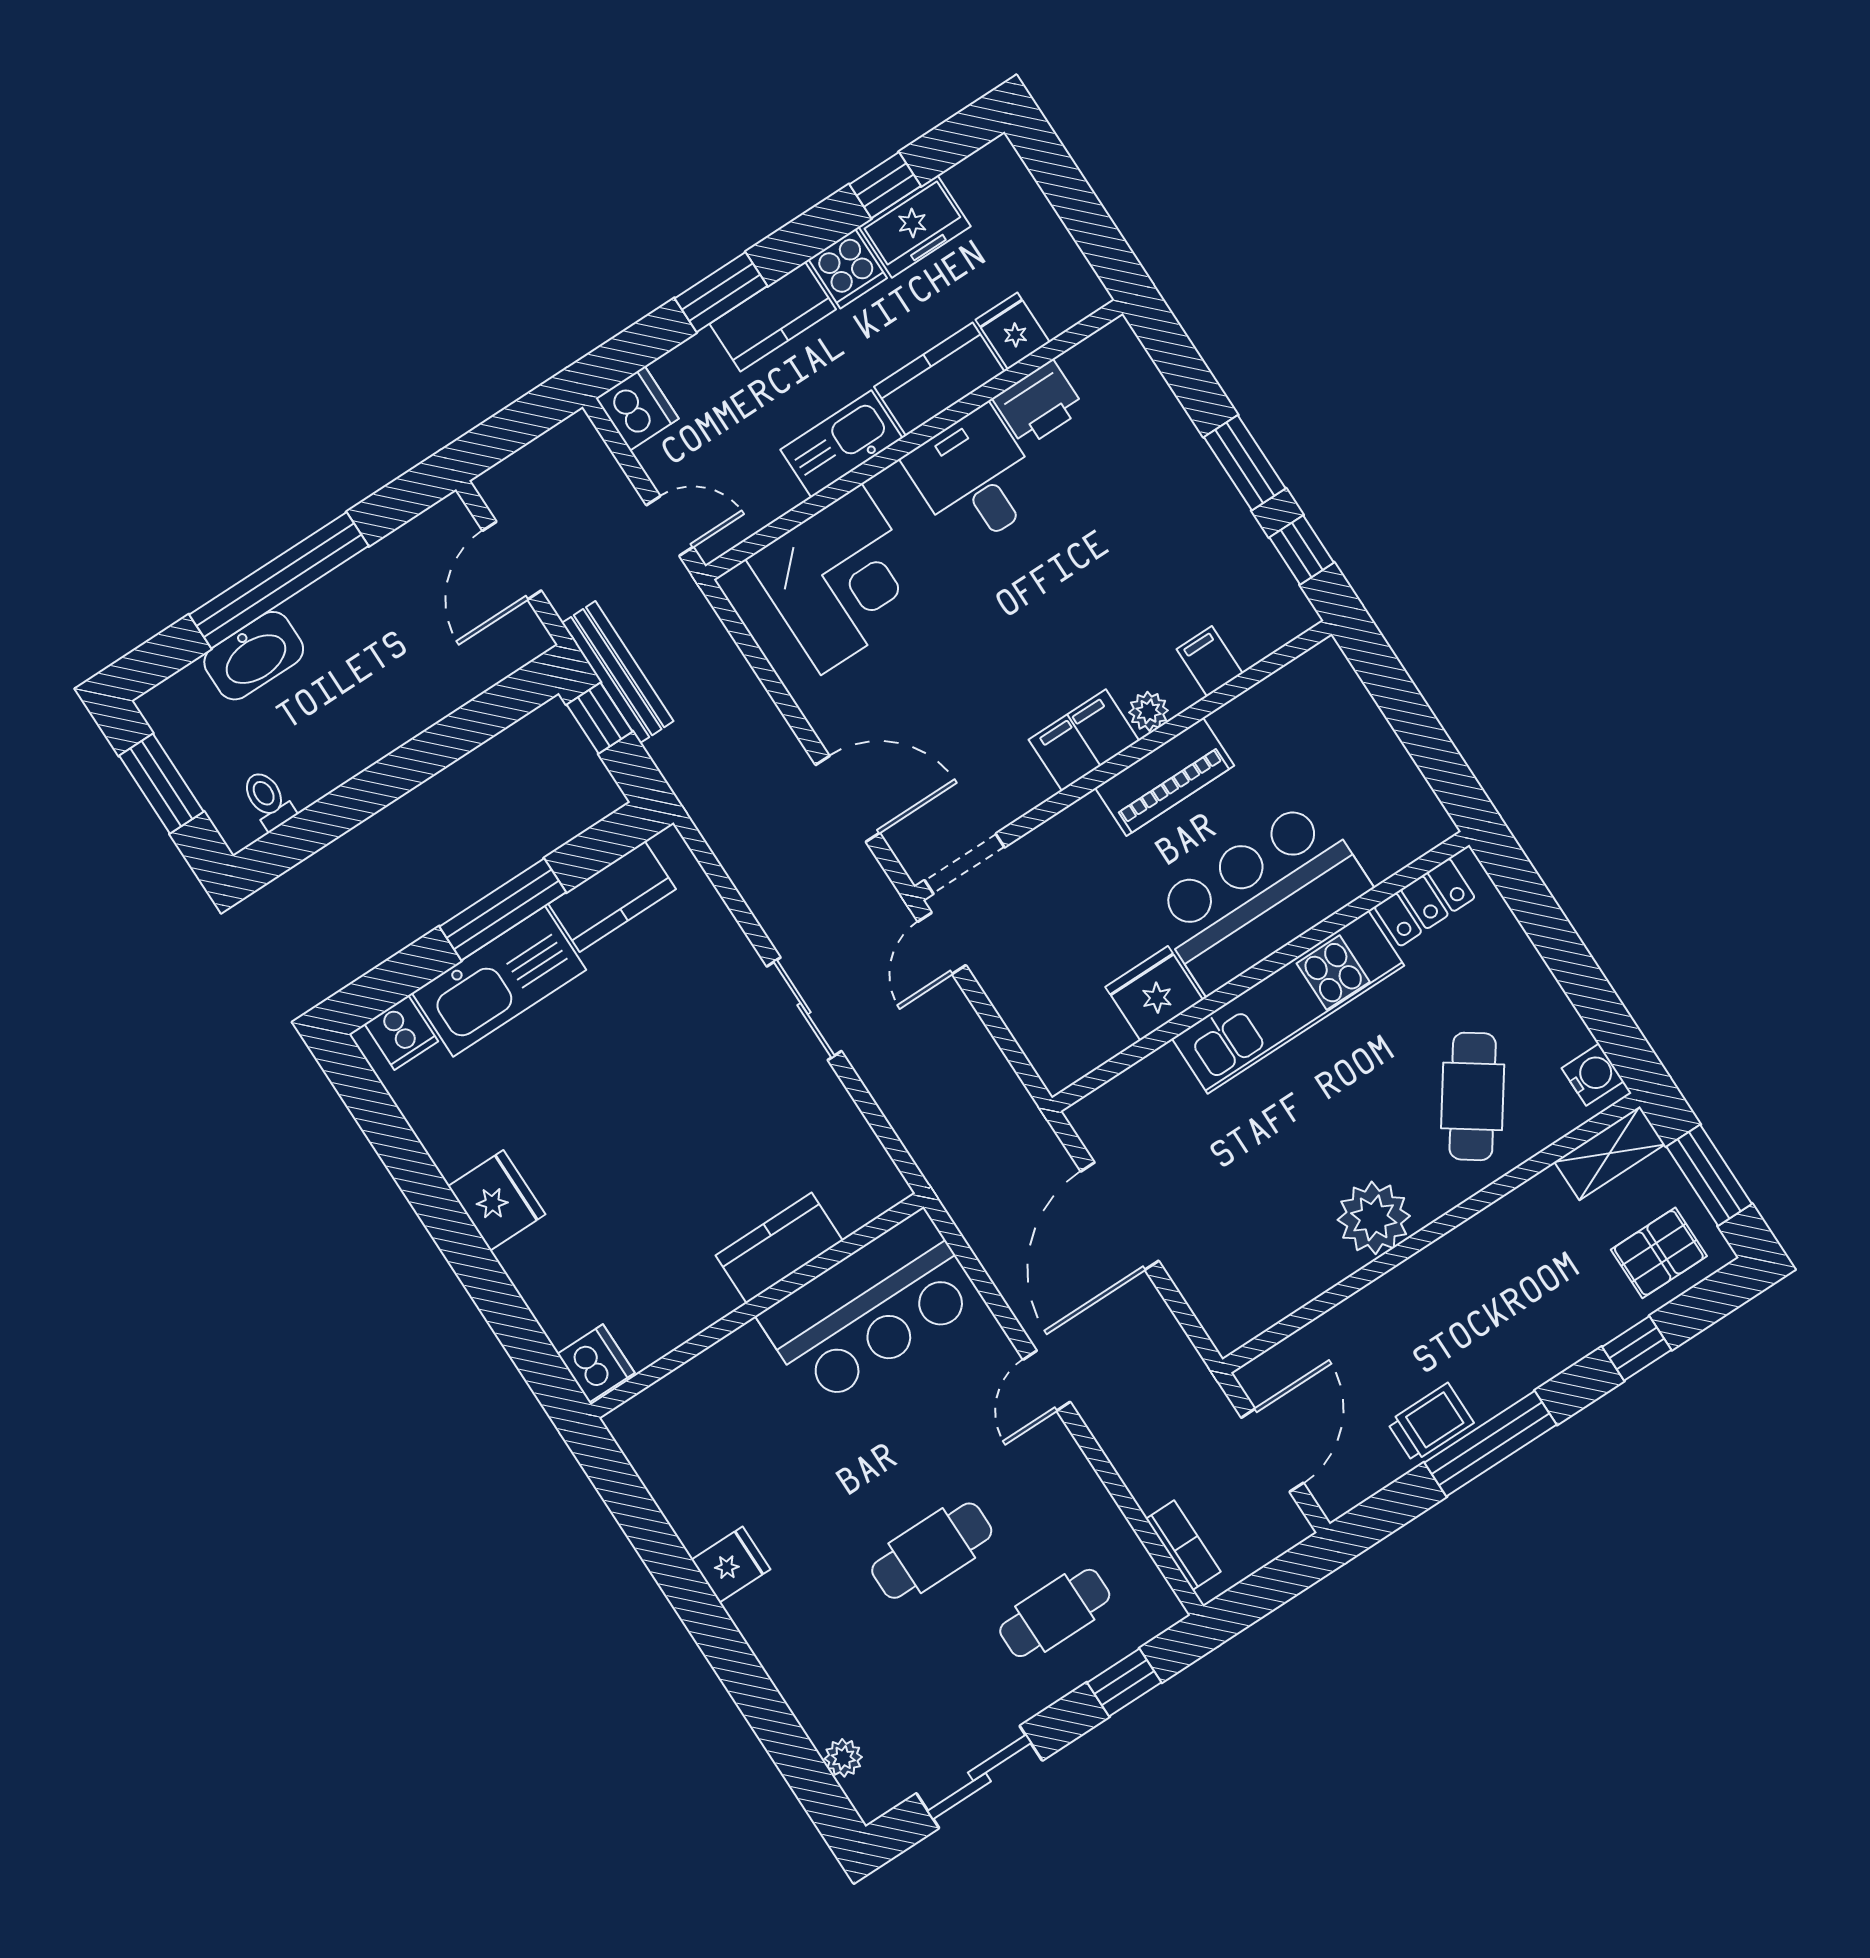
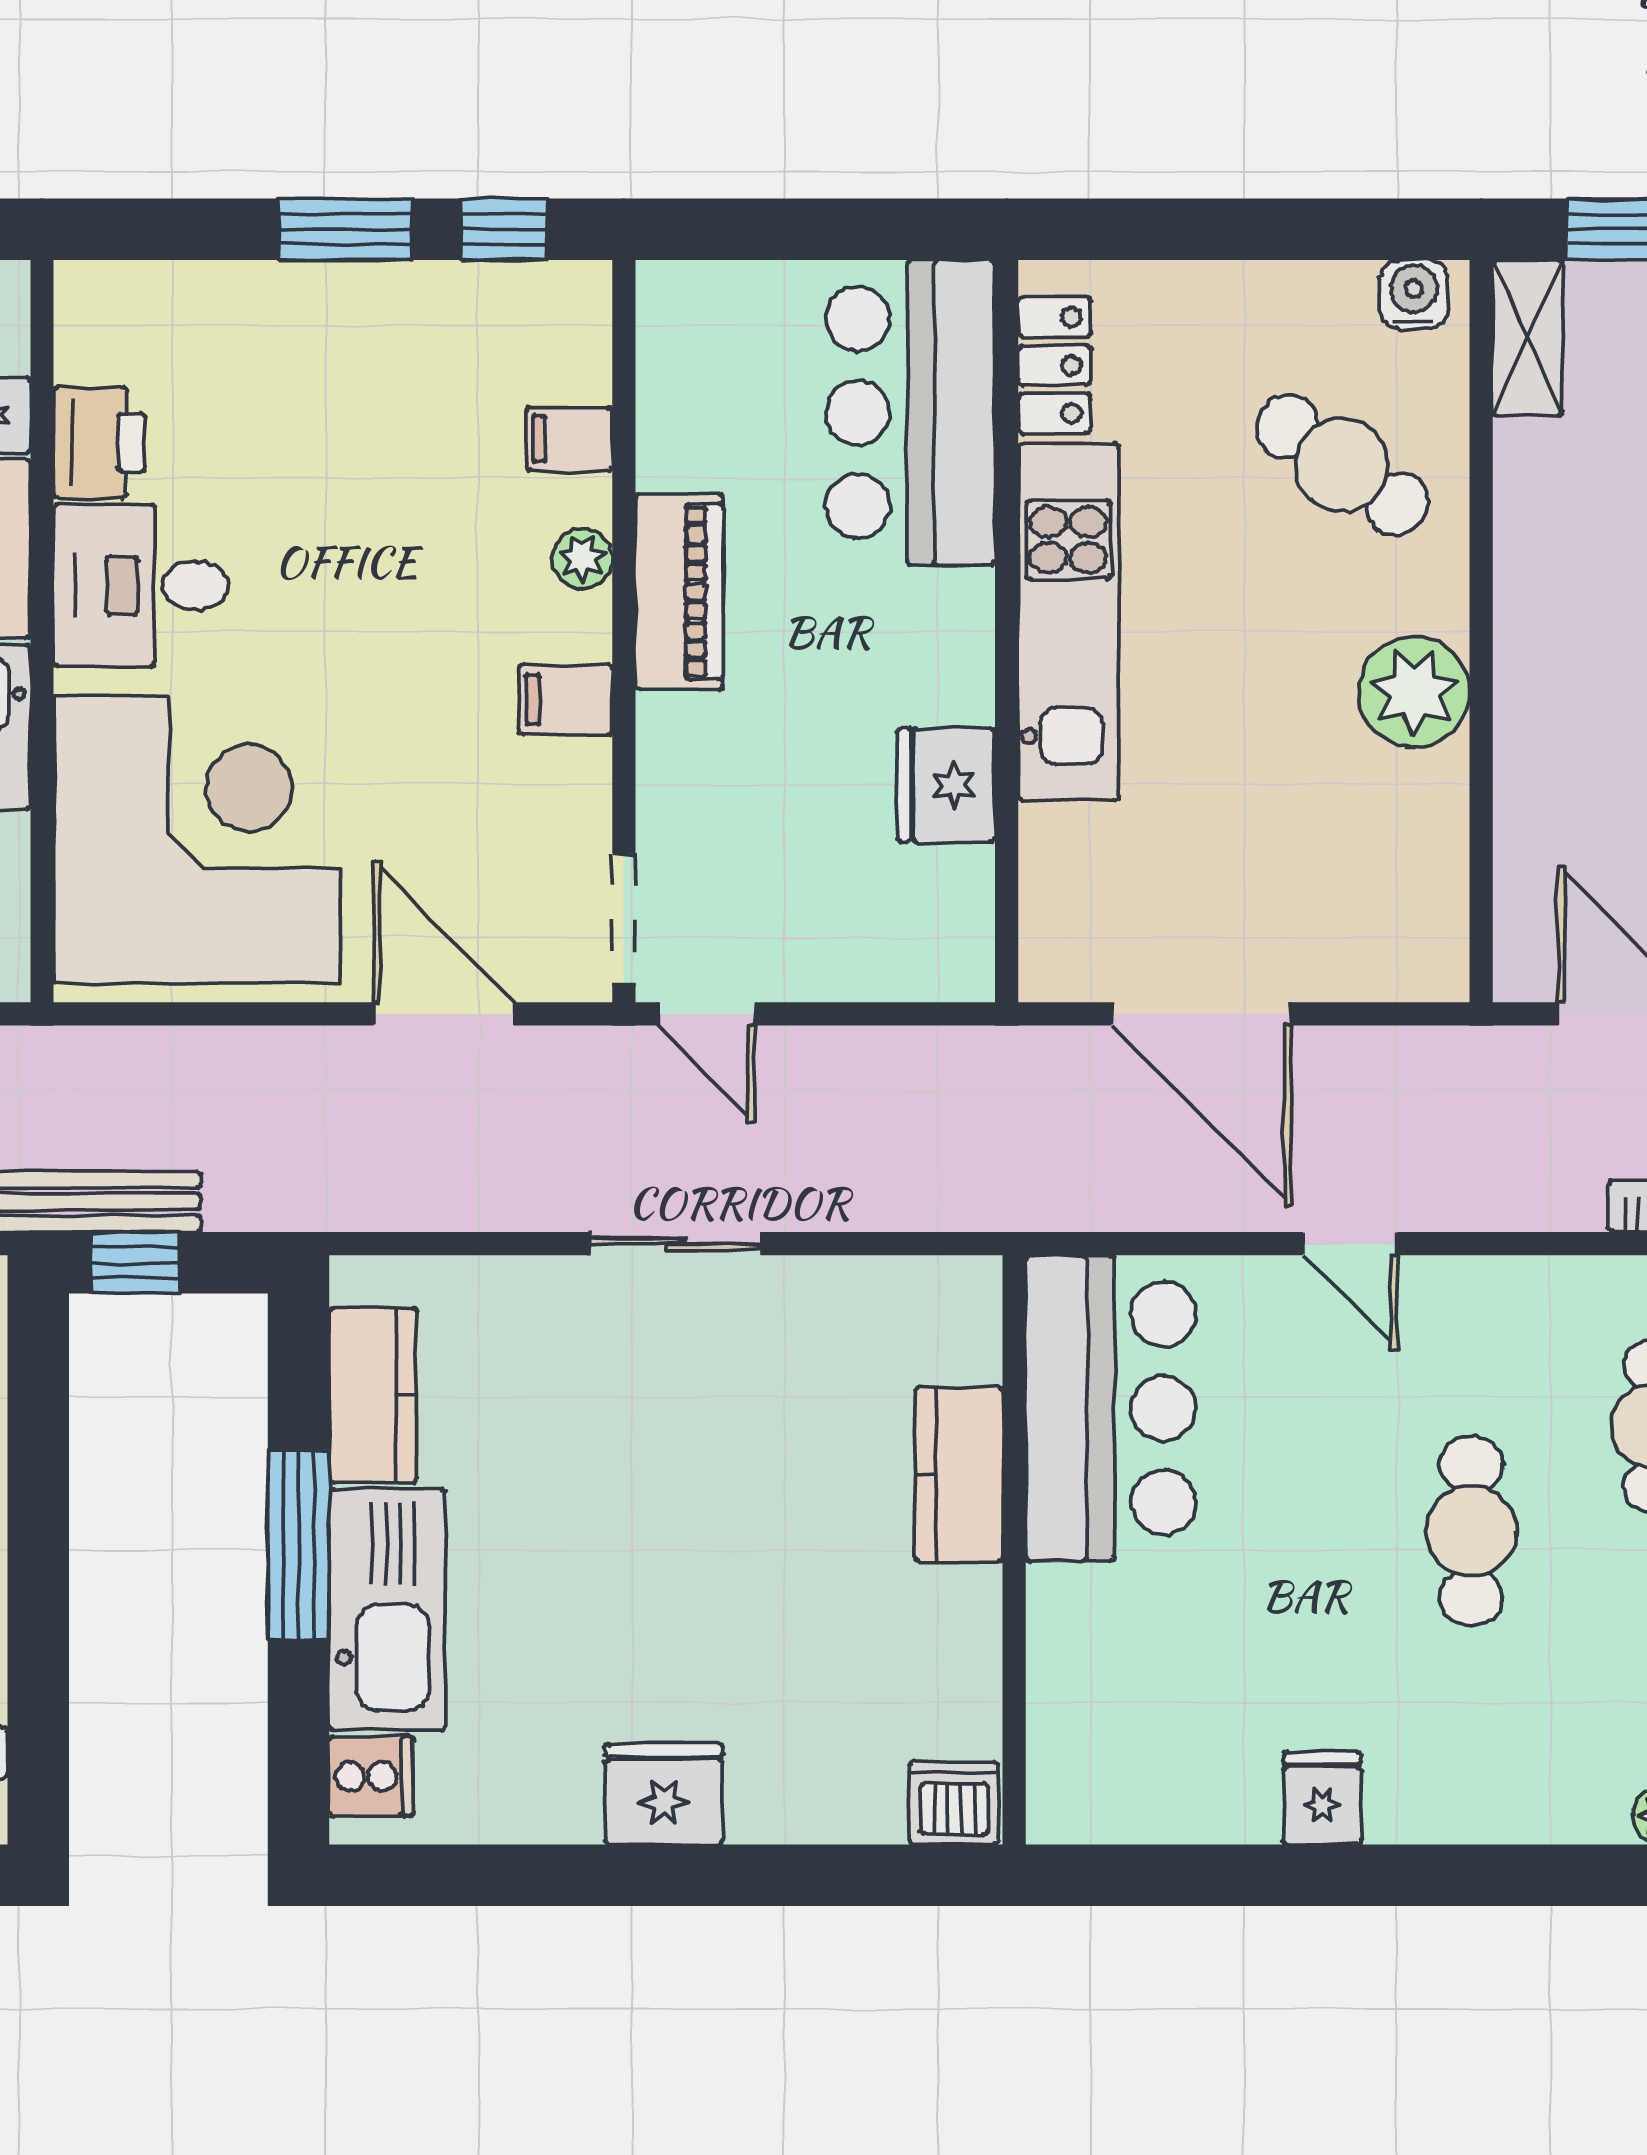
corner desk: (841, 579) -> (197, 840), width x1.36, depth x1.36
filing cabinet: (1084, 740) -> (566, 699), width x0.50
door: (848, 799) -> (444, 1014), hinge flipped
bar counter: (1260, 896) -> (910, 412), moved

